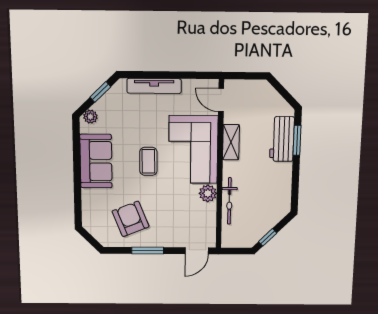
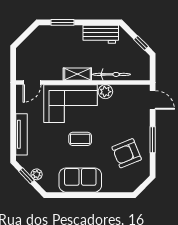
plant: (90, 117) -> (37, 174), moved
workbench: (282, 139) -> (101, 34), moved
shelving: (231, 142) -> (77, 74), moved

